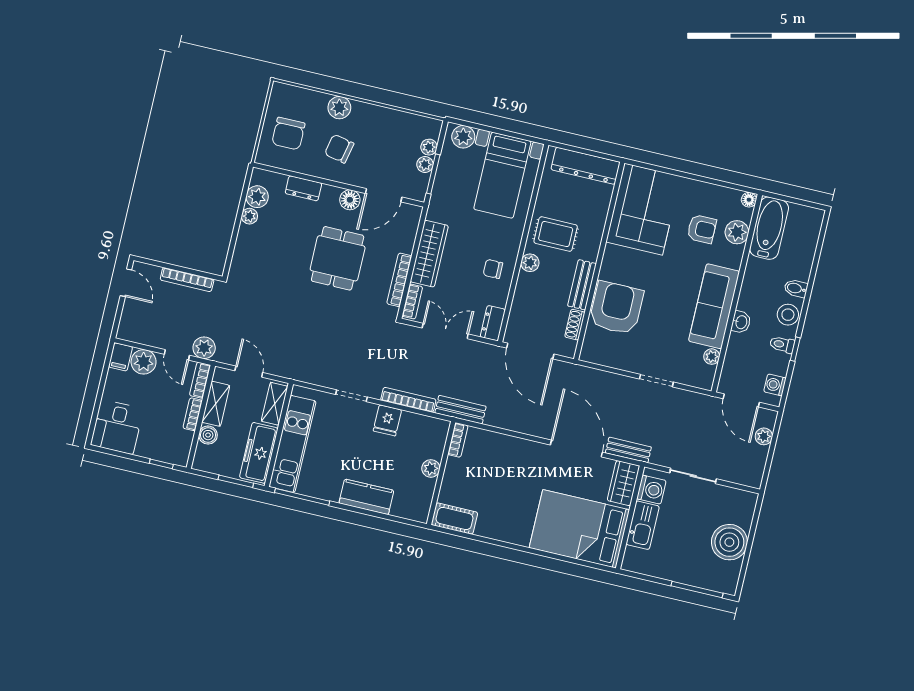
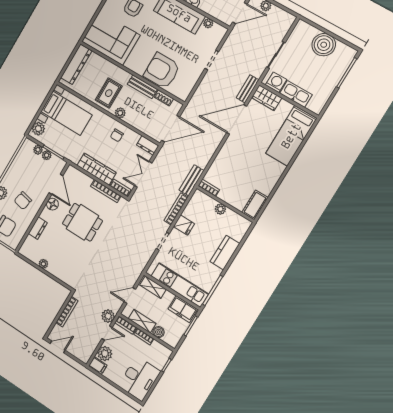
plant: (257, 197) -> (34, 256), removed
desk: (117, 427) -> (139, 379), width x1.37
freezer: (259, 453) -> (183, 309), width x0.71
bed: (579, 529) -> (291, 136), width x0.67

